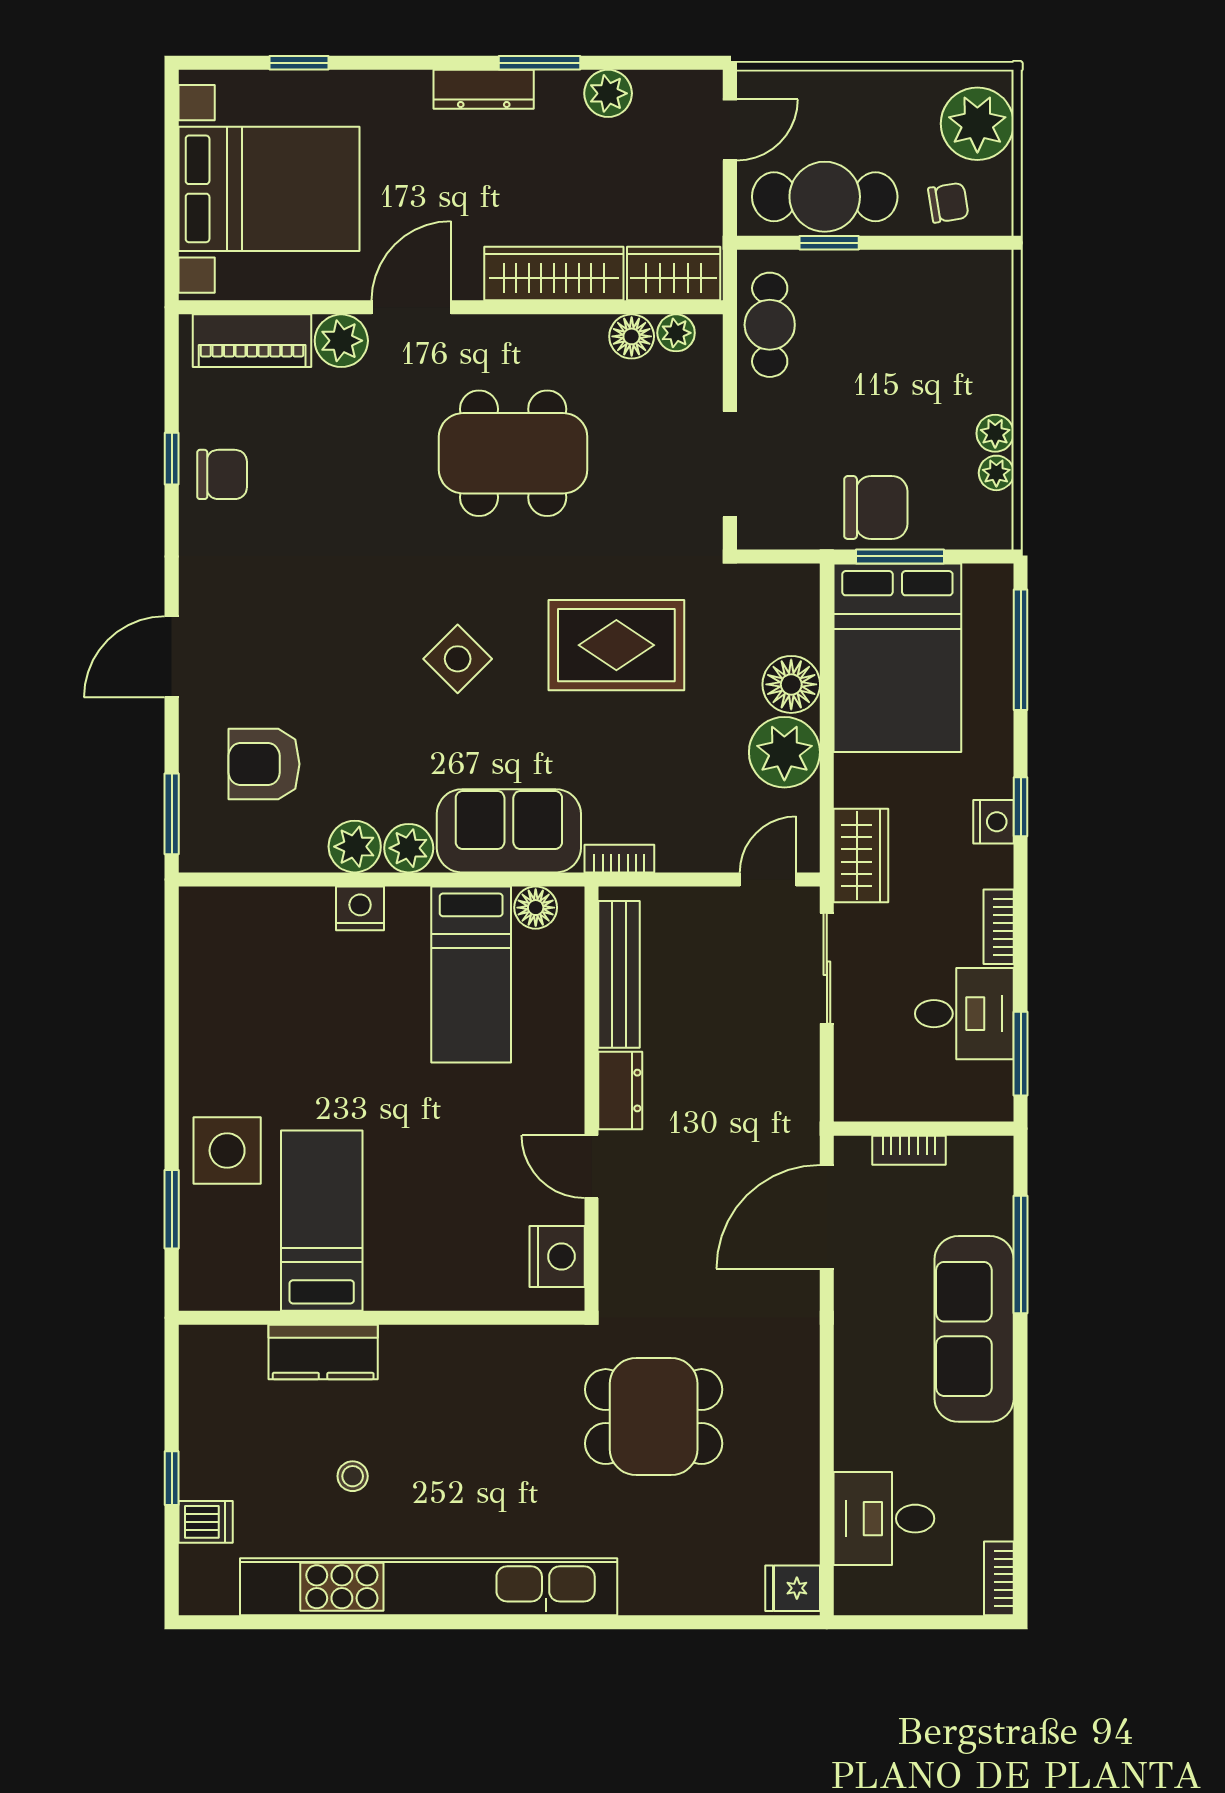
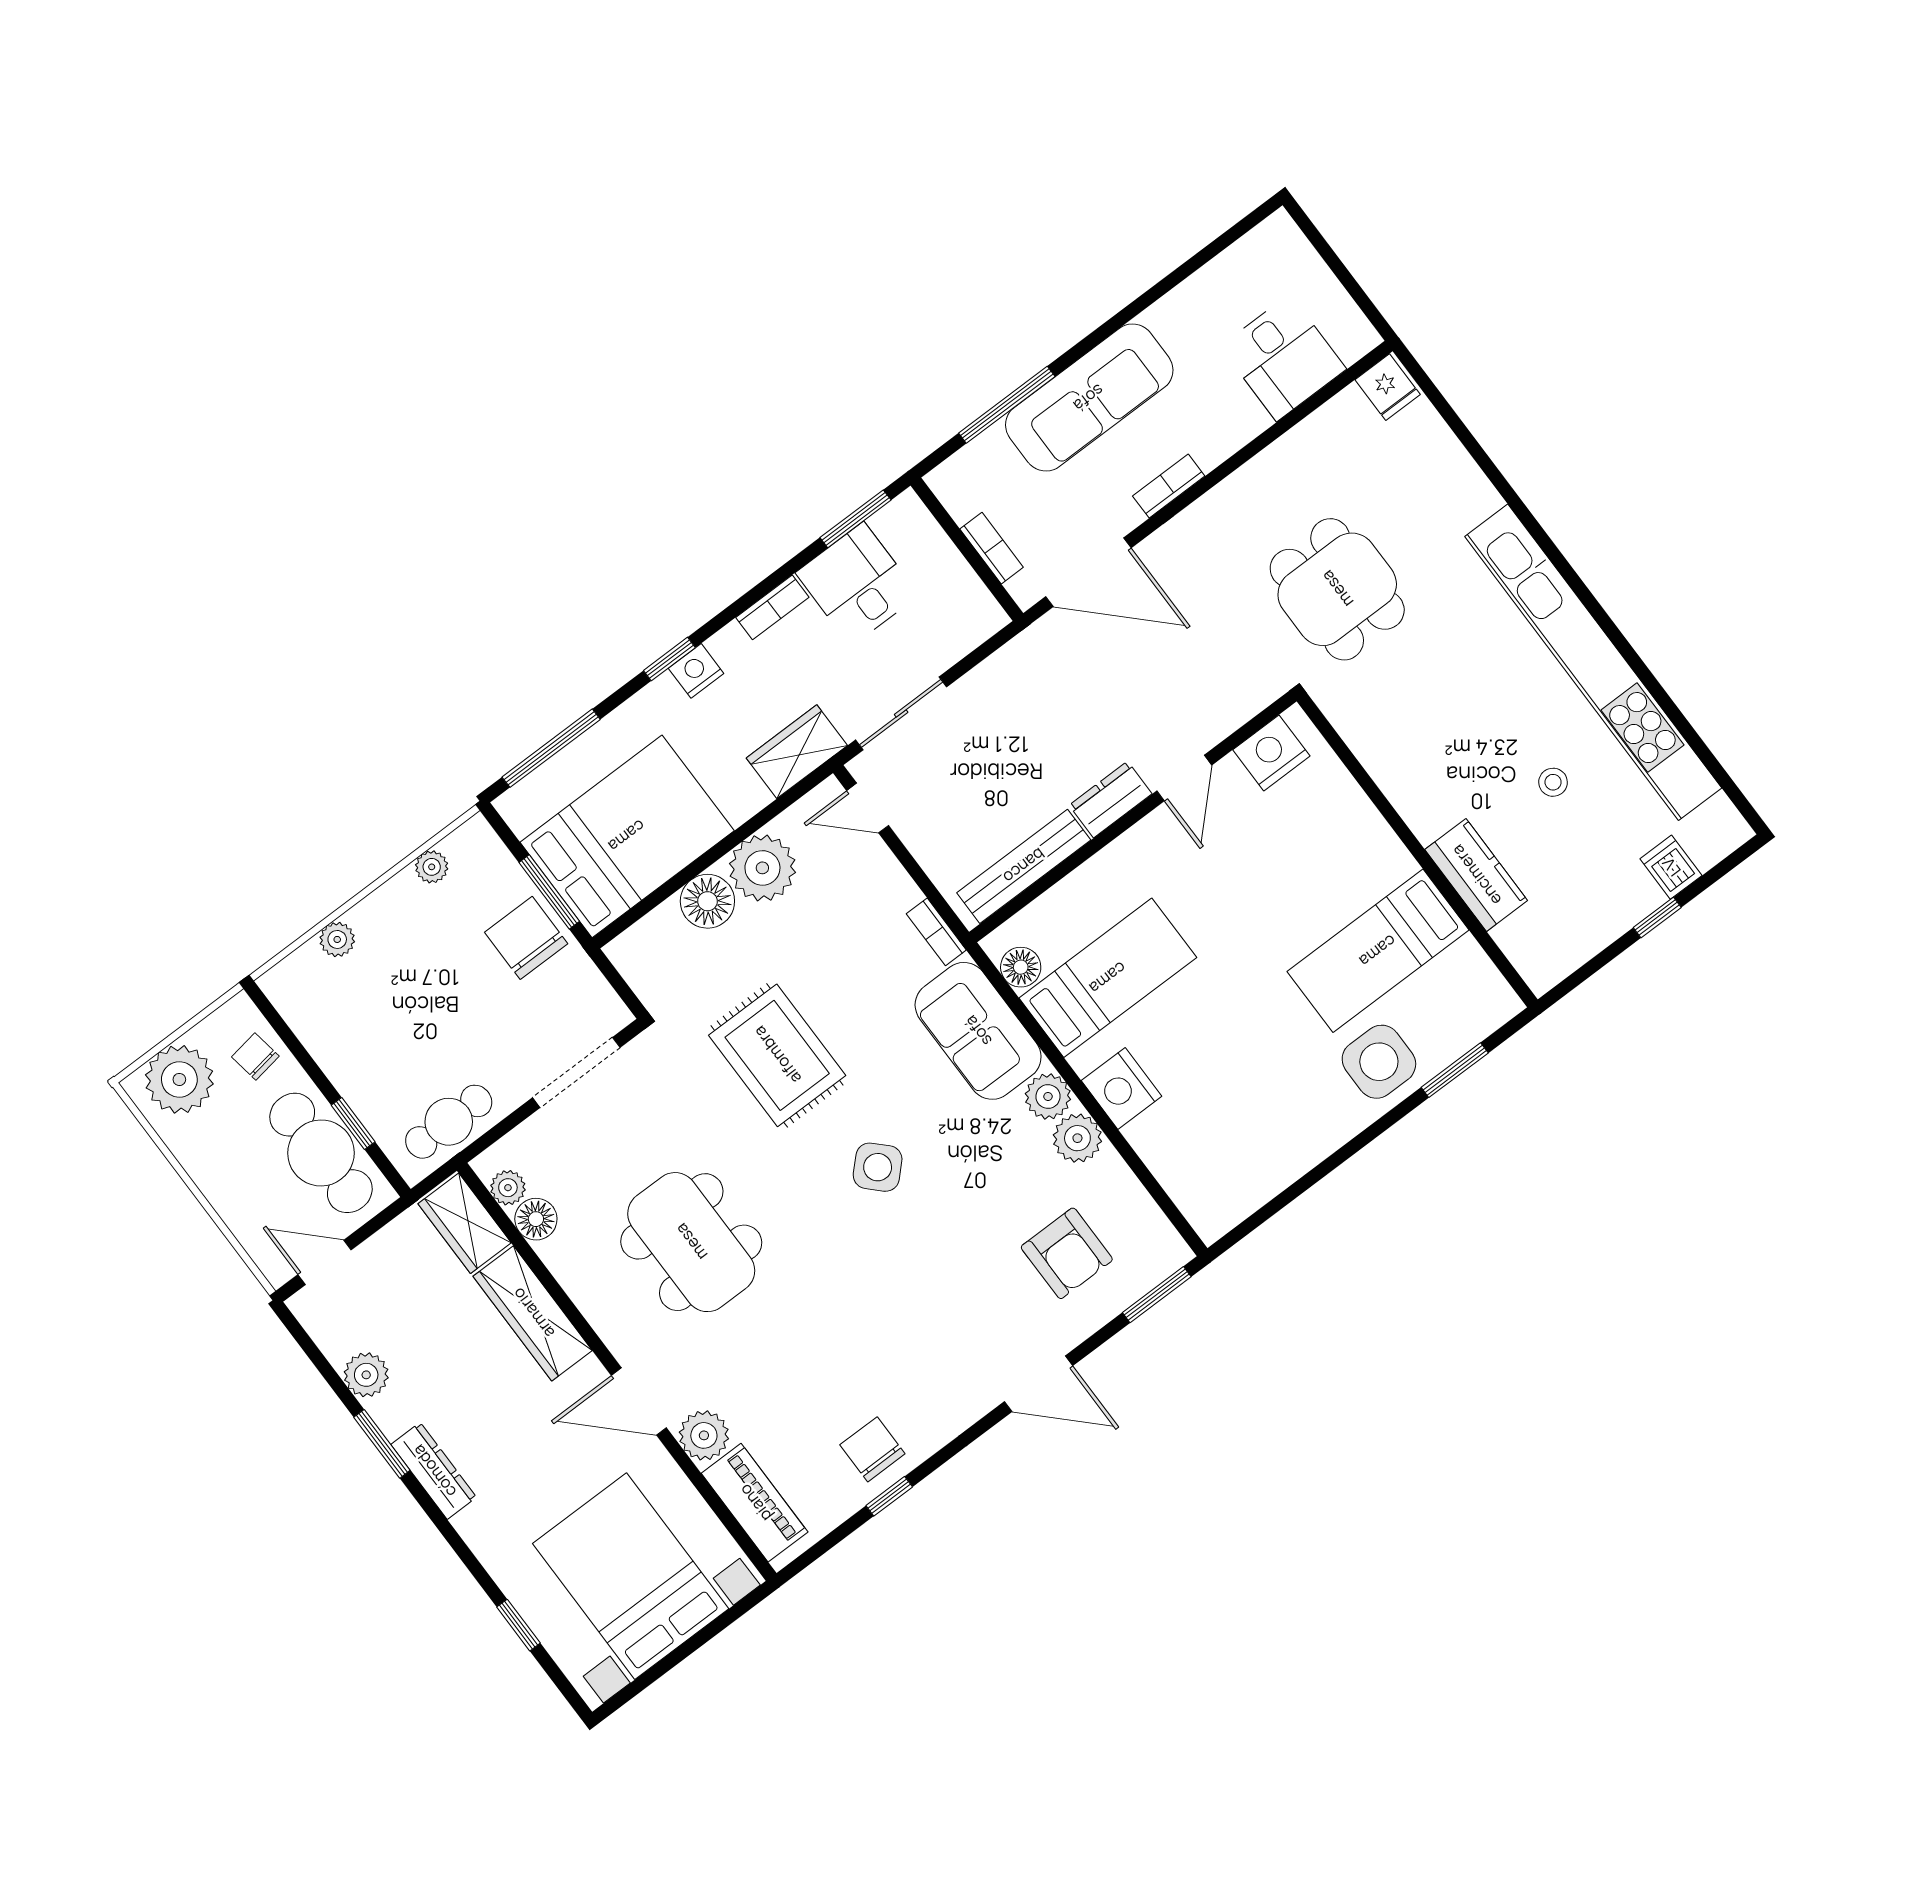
plant: (995, 433) -> (337, 939), moved
nightstand: (360, 908) -> (1122, 1088), width x1.36, depth x1.33
bookcase: (999, 1578) -> (1169, 486), moved, turned 180

